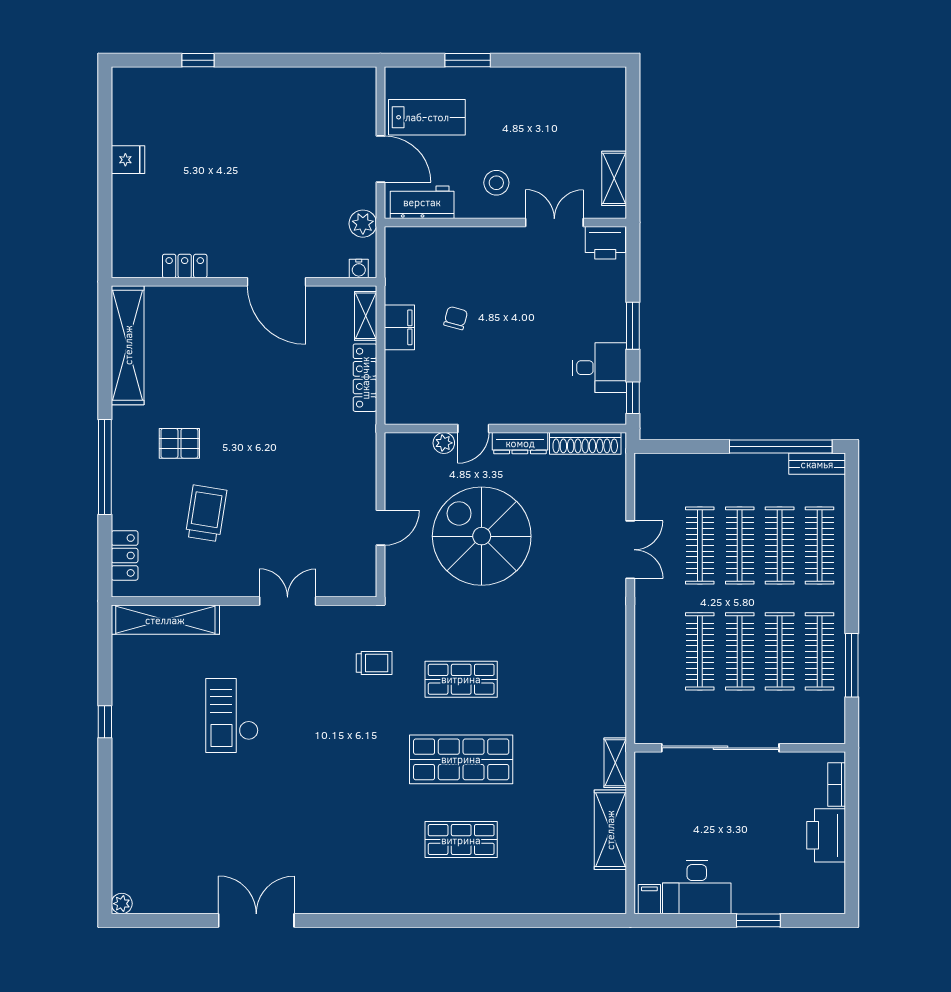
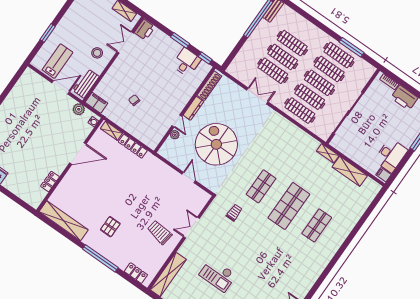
filing cabinet: (399, 327) -> (96, 103), moved
trolley: (206, 513) -> (160, 232), moved
spiral stairs: (482, 536) -> (216, 144), turned 90
clothes rail: (820, 545) -> (300, 111), moved

